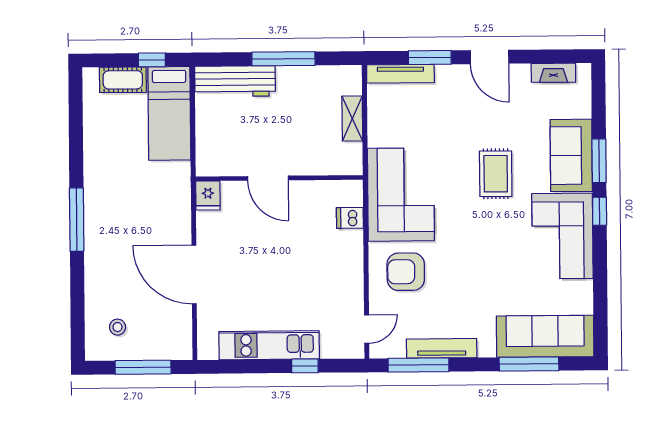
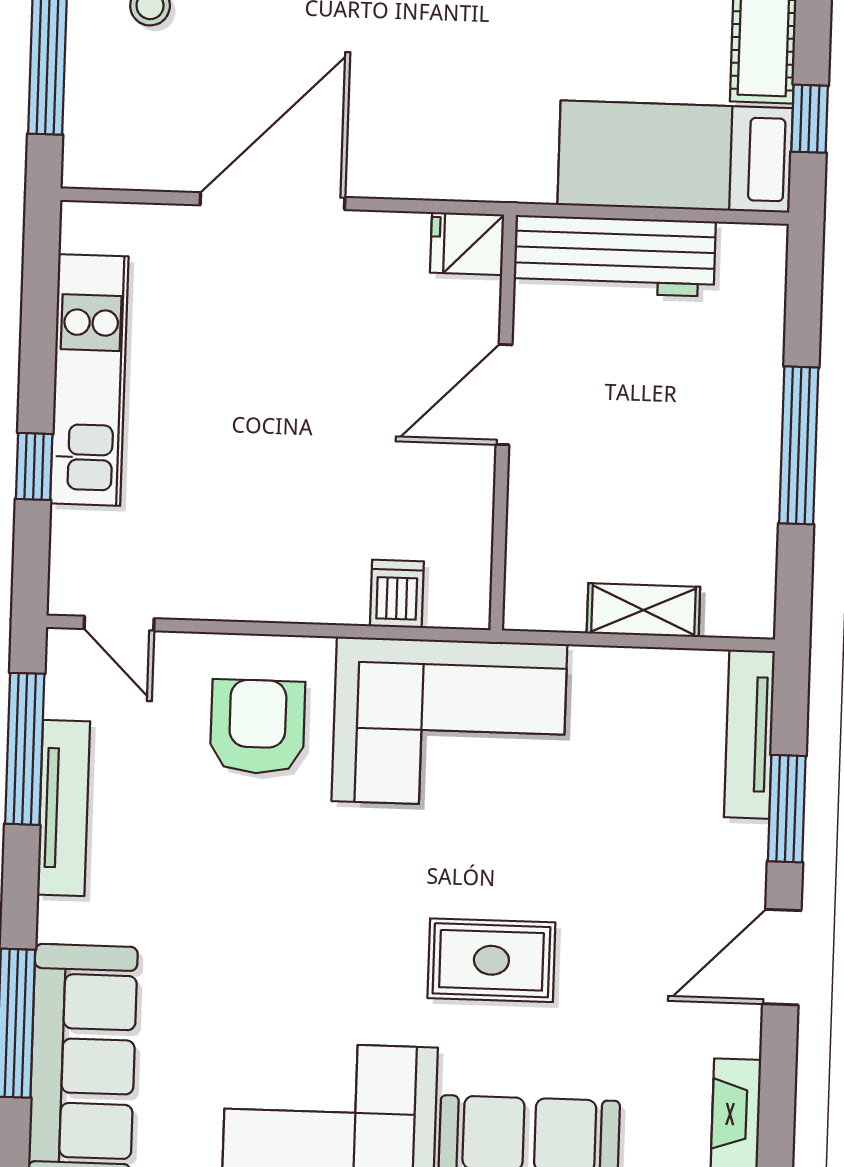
workbench: (235, 81) -> (615, 256), moved, turned -90

